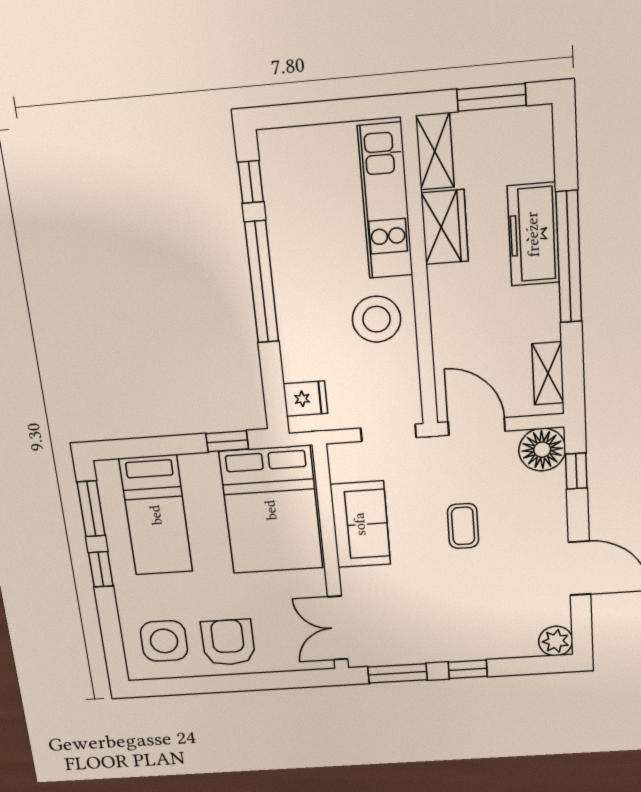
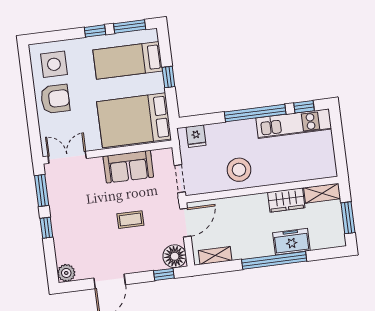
kitchen unit: (385, 201) -> (294, 124), moved, turned 180
freezer: (533, 234) -> (291, 242), width x0.71
window: (227, 441) -> (168, 77), moved

